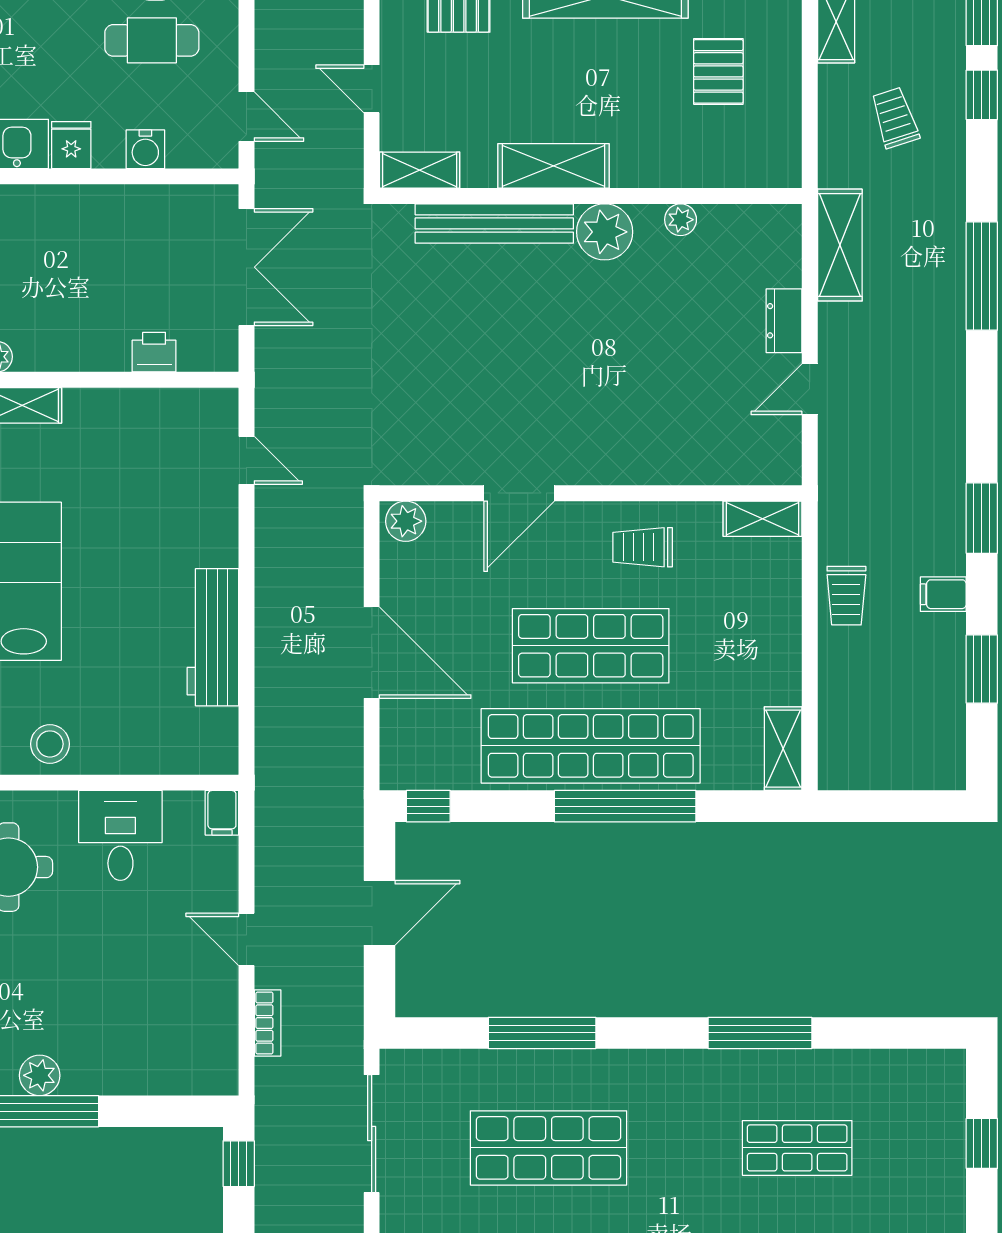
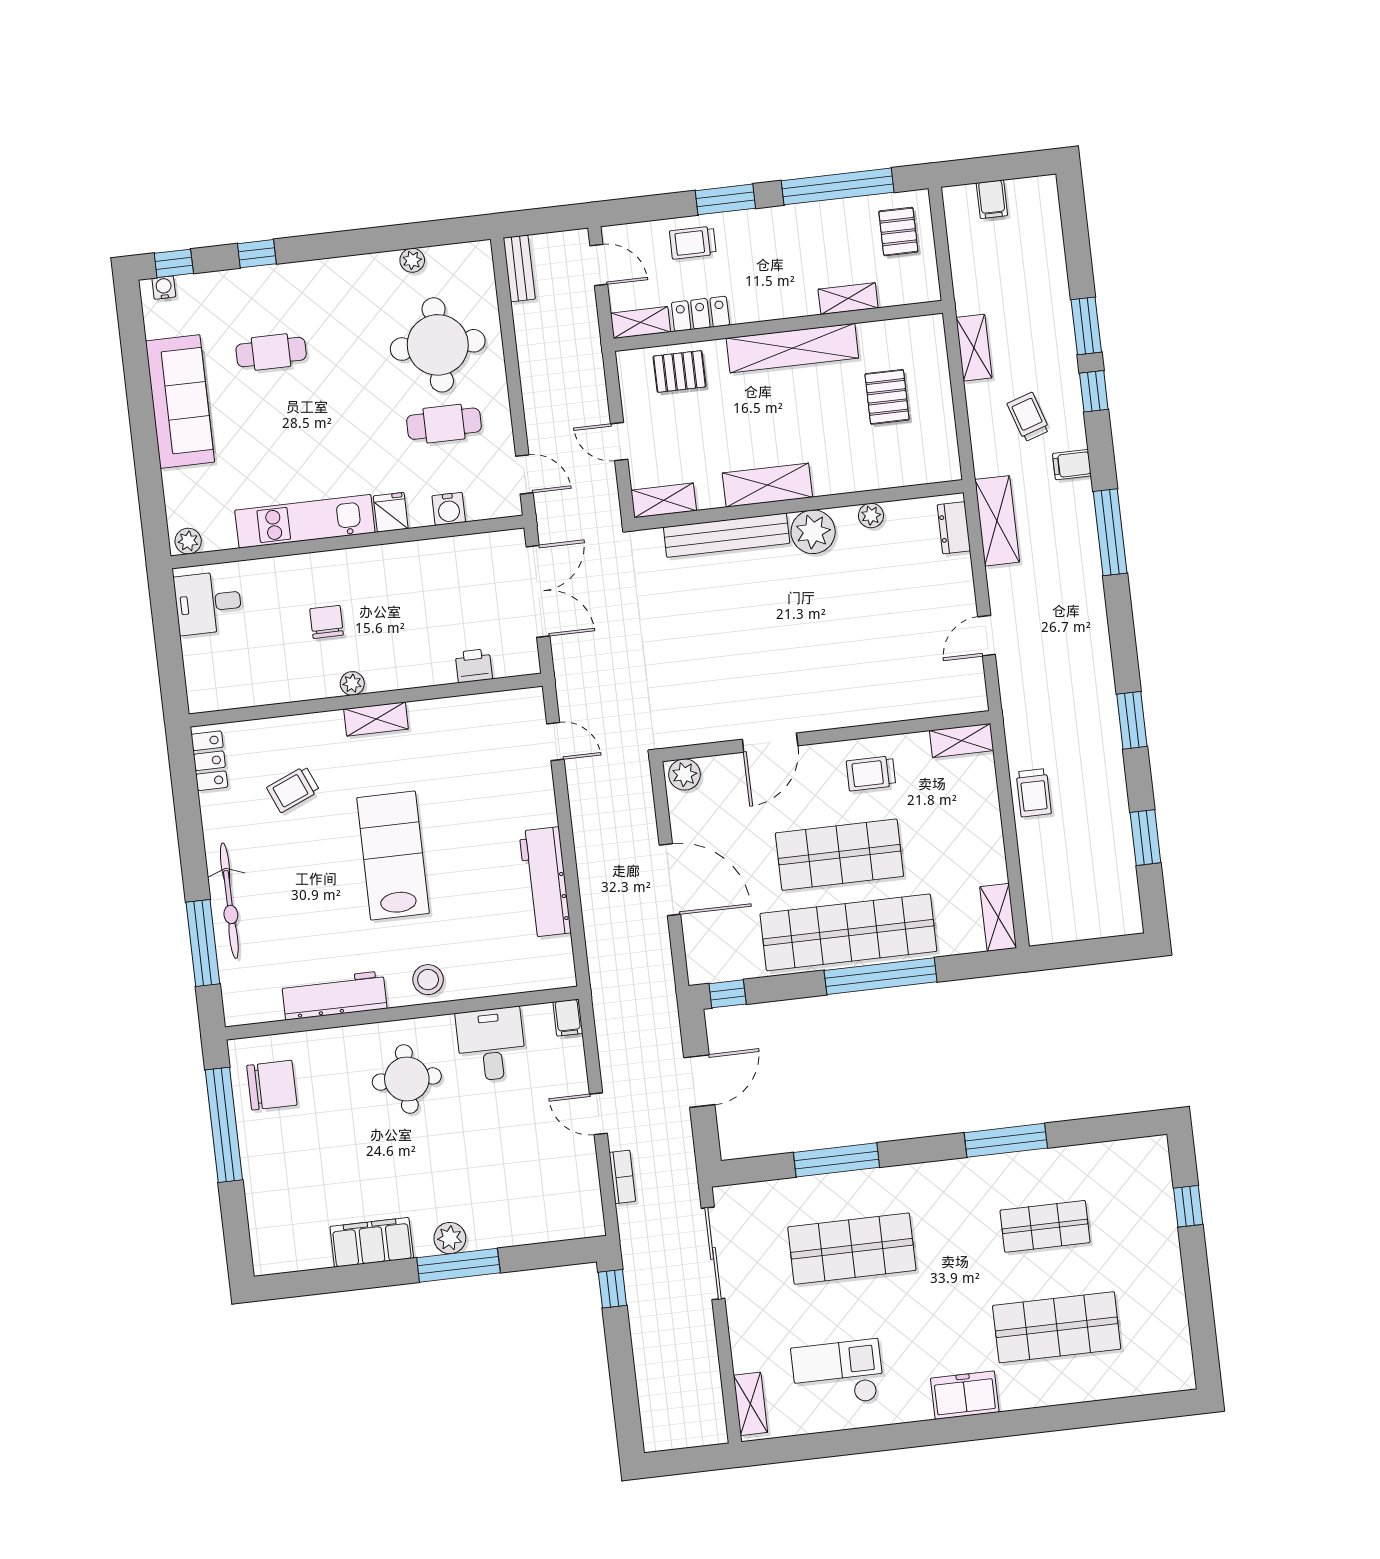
dresser: (784, 321) -> (954, 528), moved
filing cabinet: (943, 594) -> (1072, 465), moved

